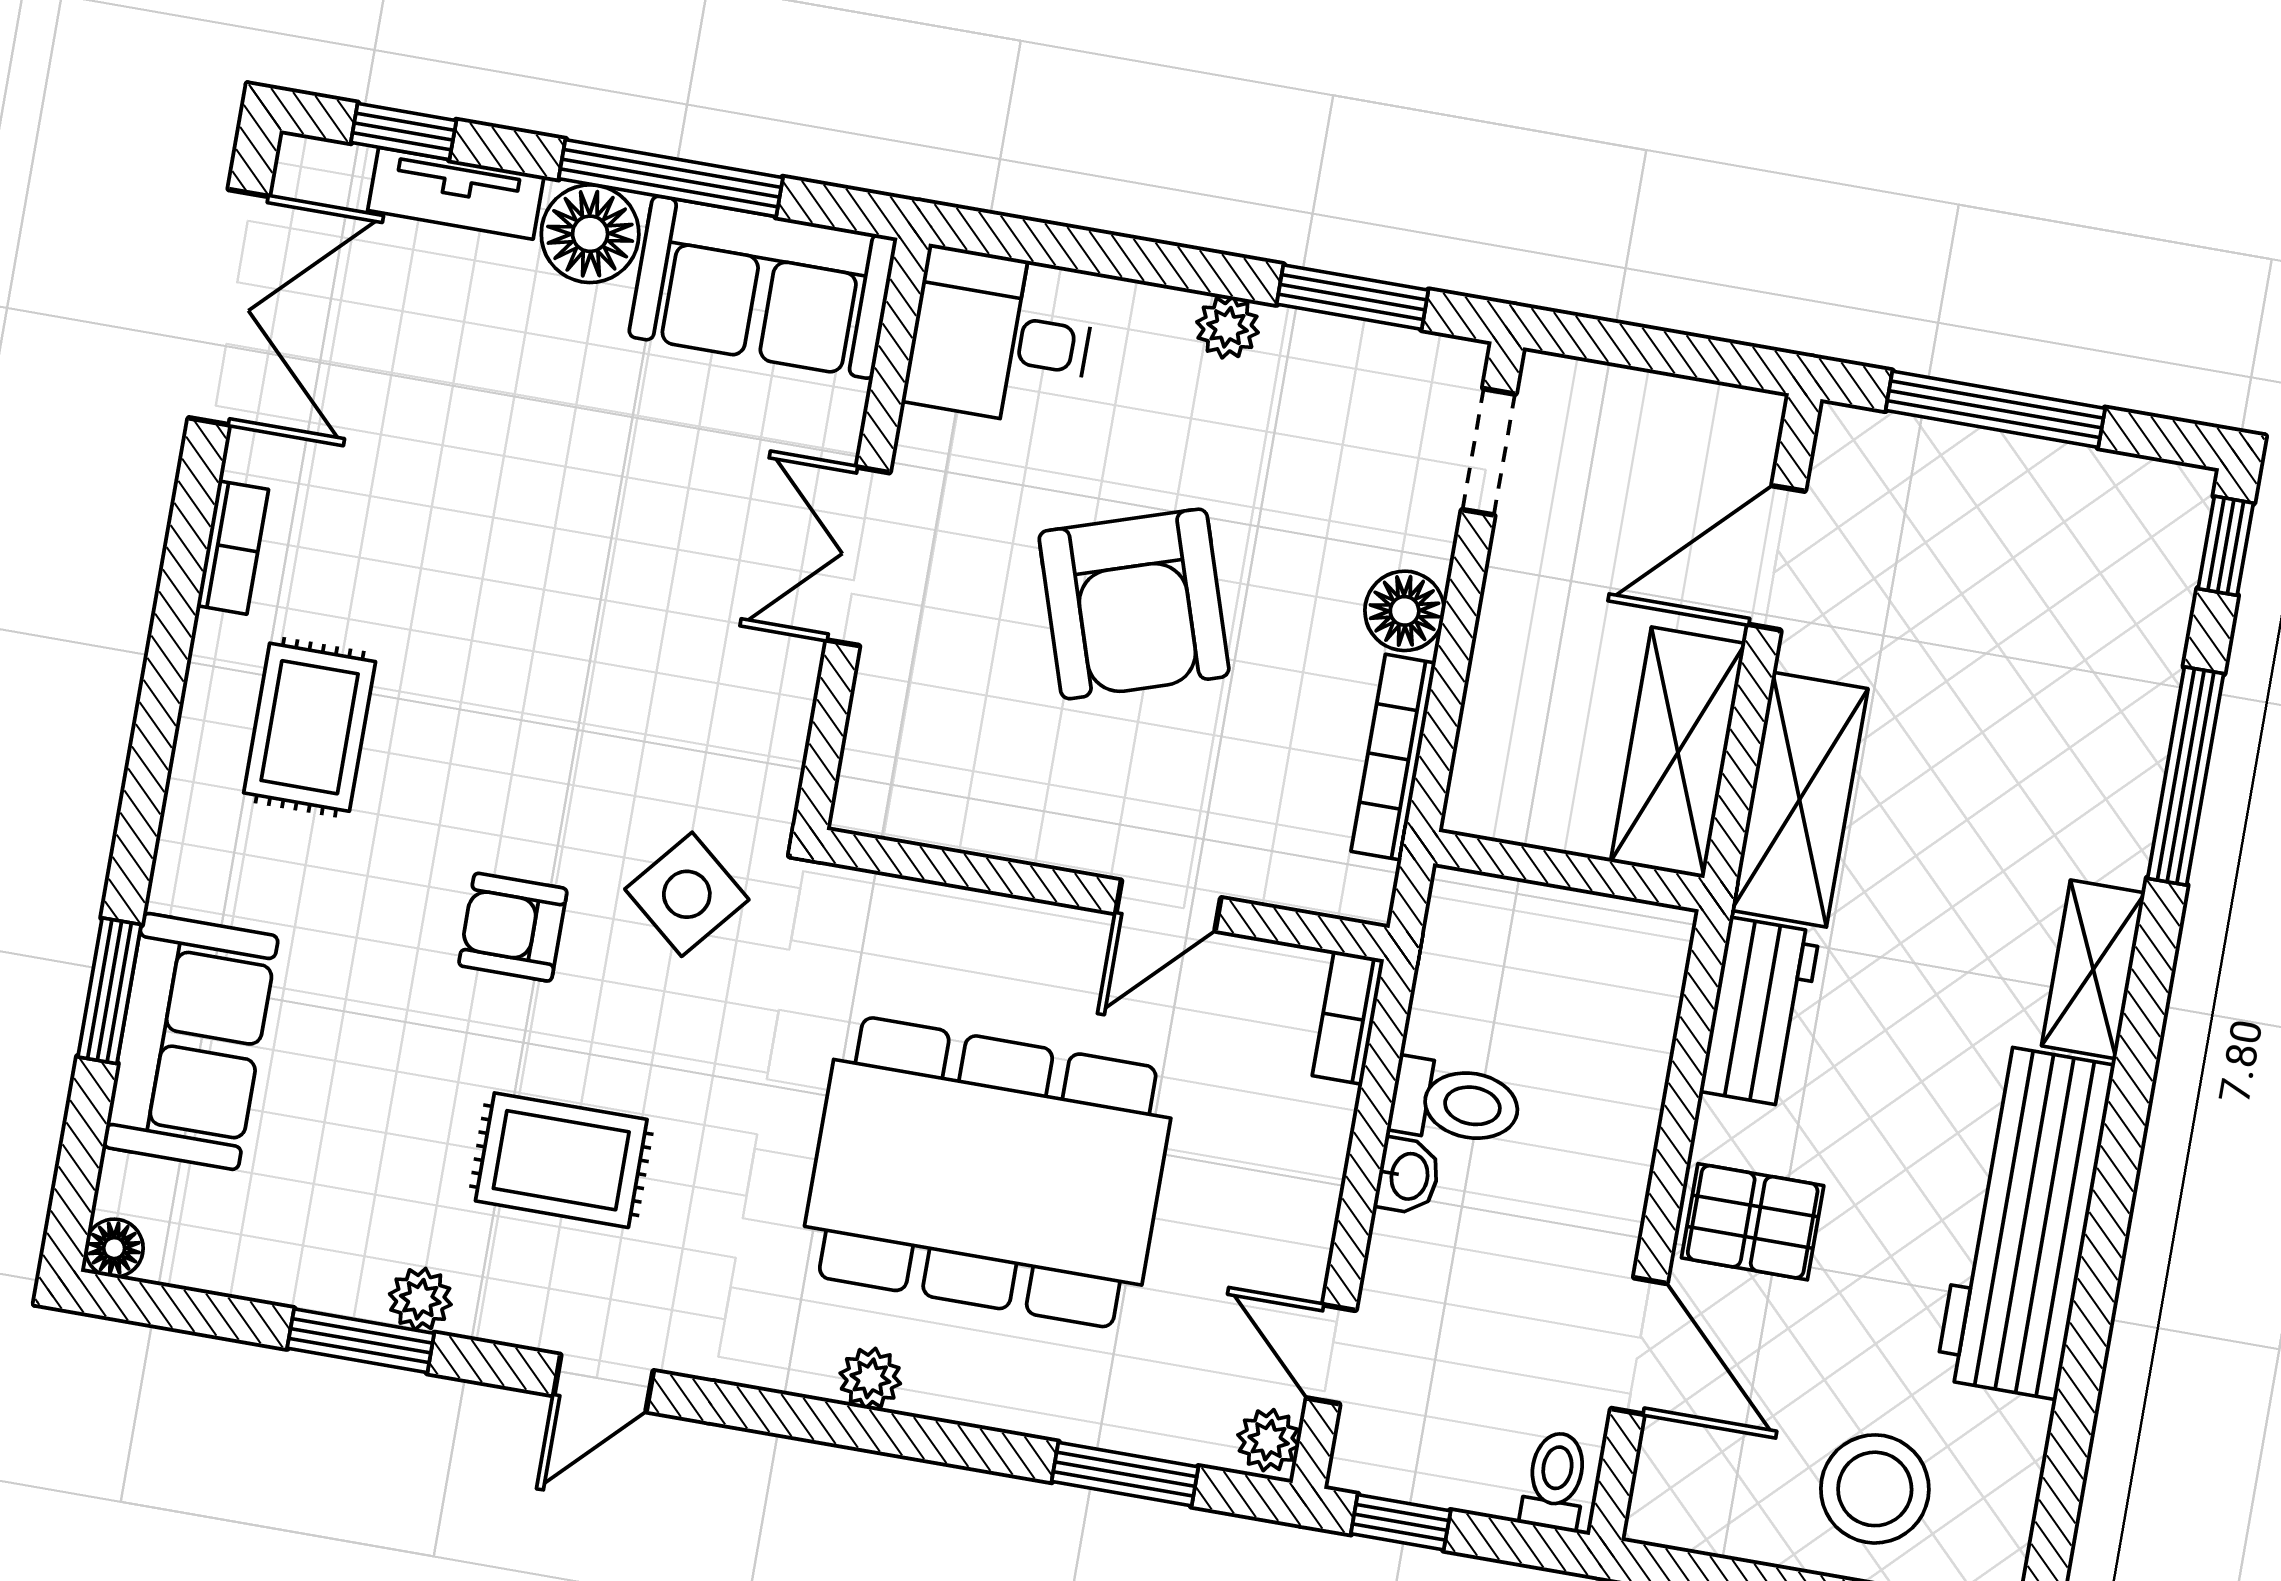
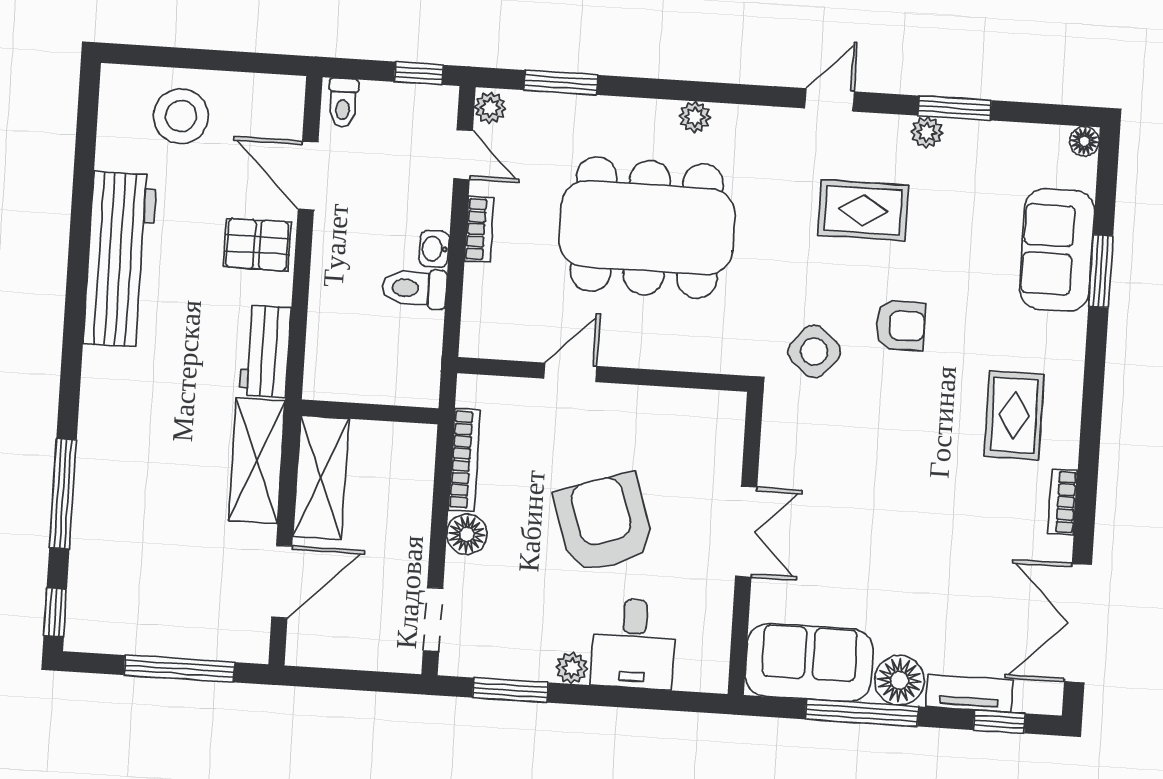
desk: (1000, 337) -> (634, 644), moved, turned 90
shelving: (2093, 969) -> (99, 391), removed
bookcase: (1348, 1018) -> (479, 229), moved

